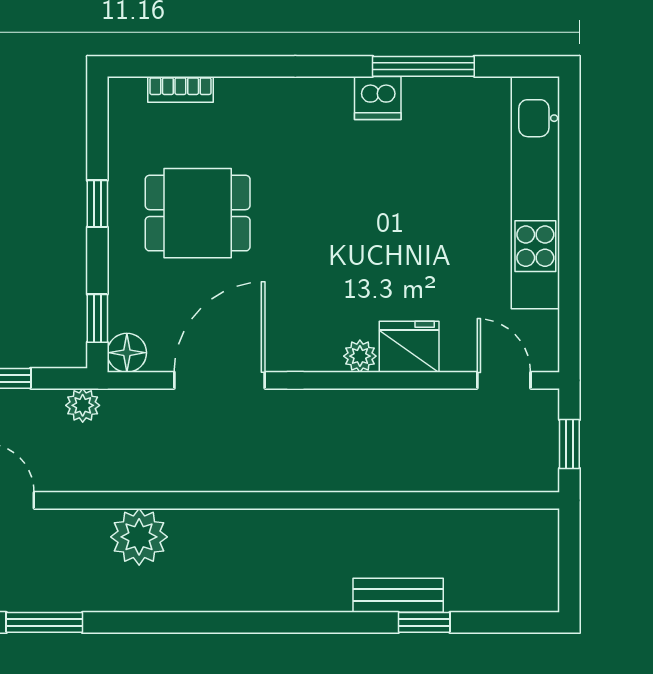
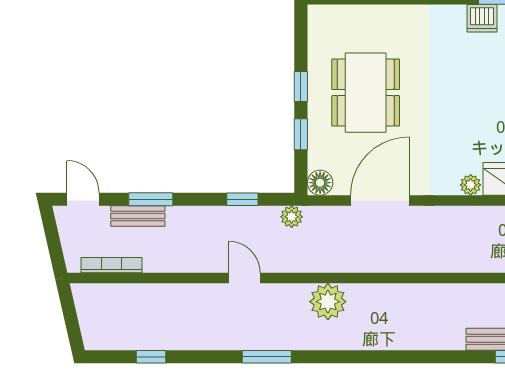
bookcase: (180, 89) -> (355, 13), removed
dining table: (198, 213) -> (366, 93), width x1.38
window: (97, 318) -> (301, 134), moved

